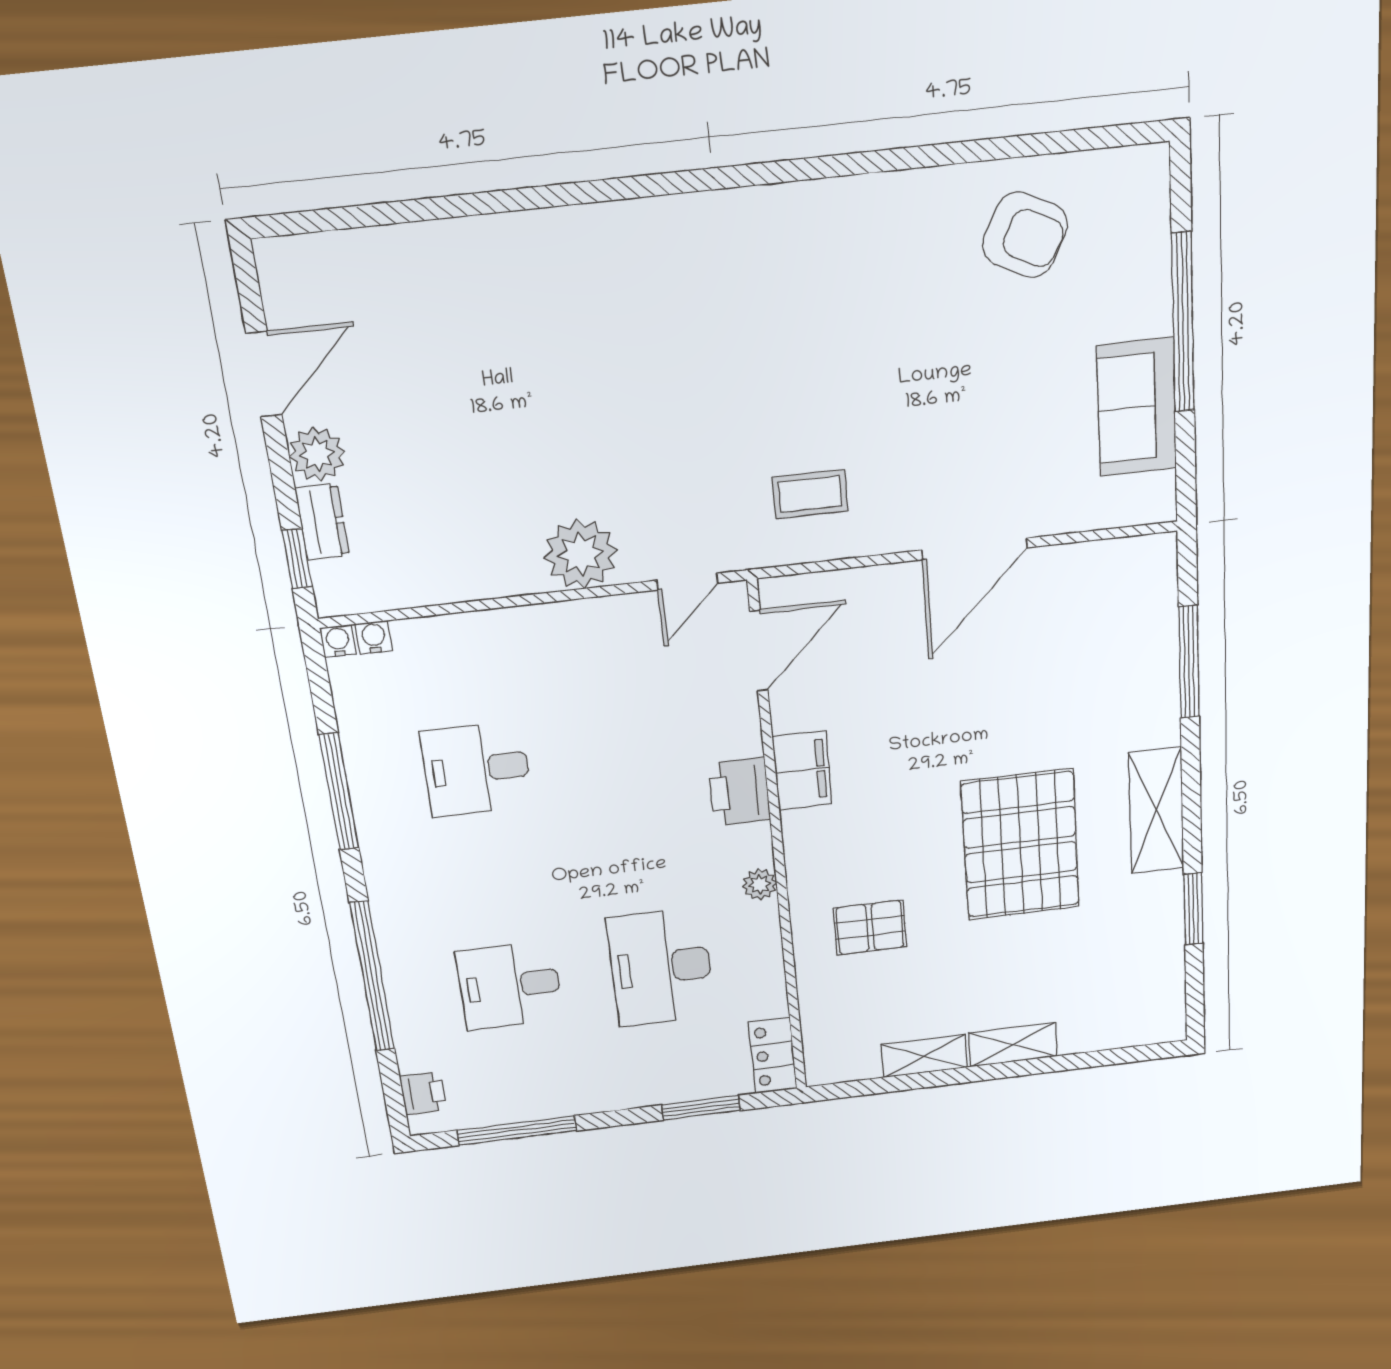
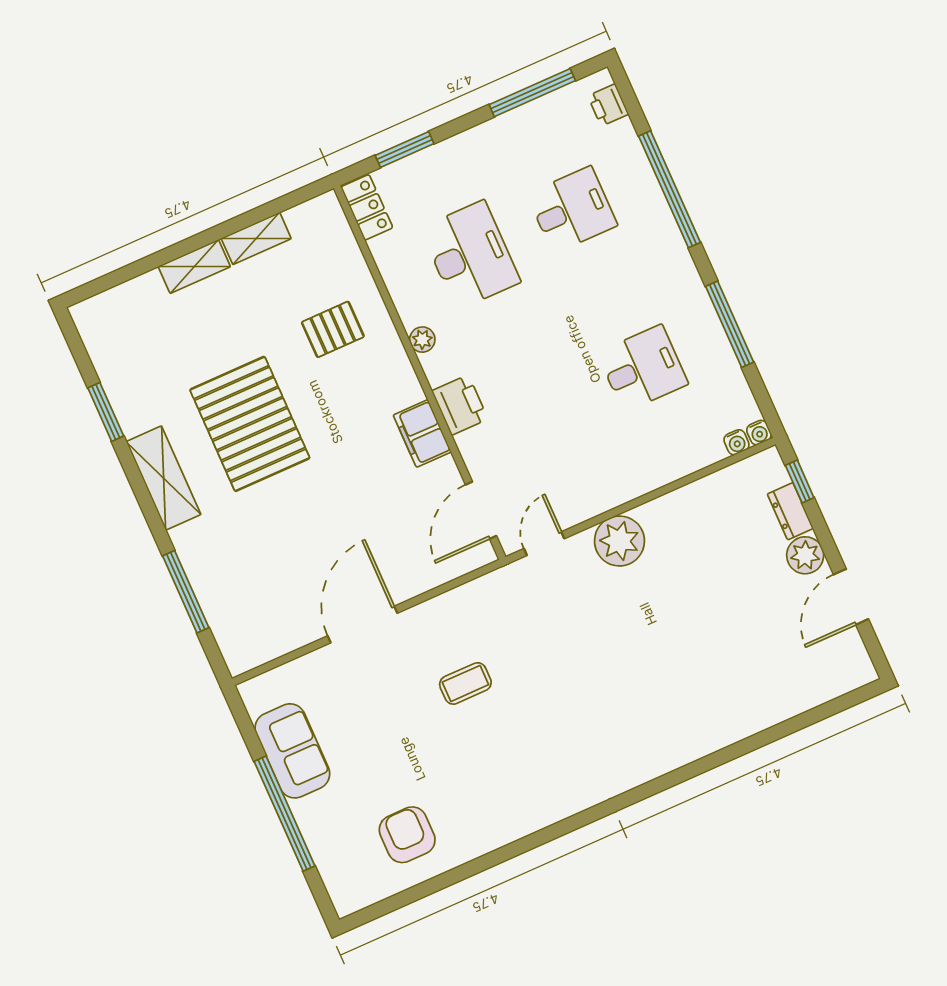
armchair: (1025, 235) -> (407, 835), turned 63
coffee table: (810, 494) -> (465, 683), moved

